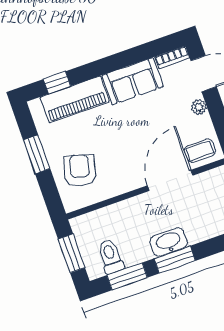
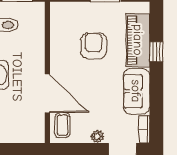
window: (57, 83) -> (156, 52), moved
armchair: (80, 170) -> (93, 46), moved, turned -105

